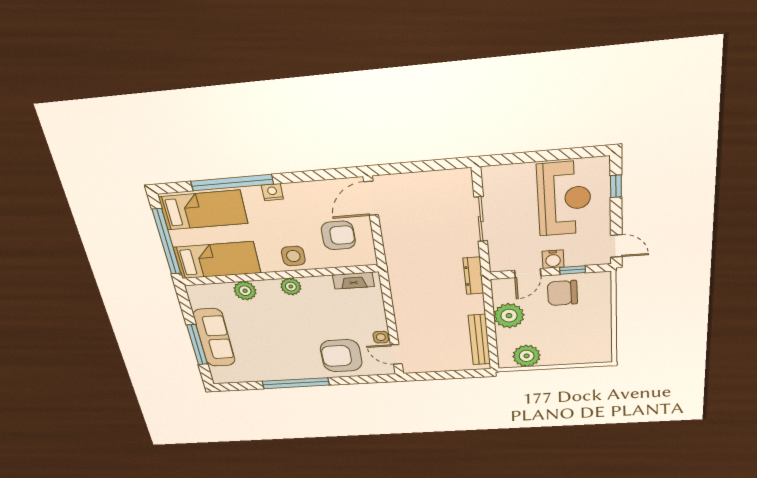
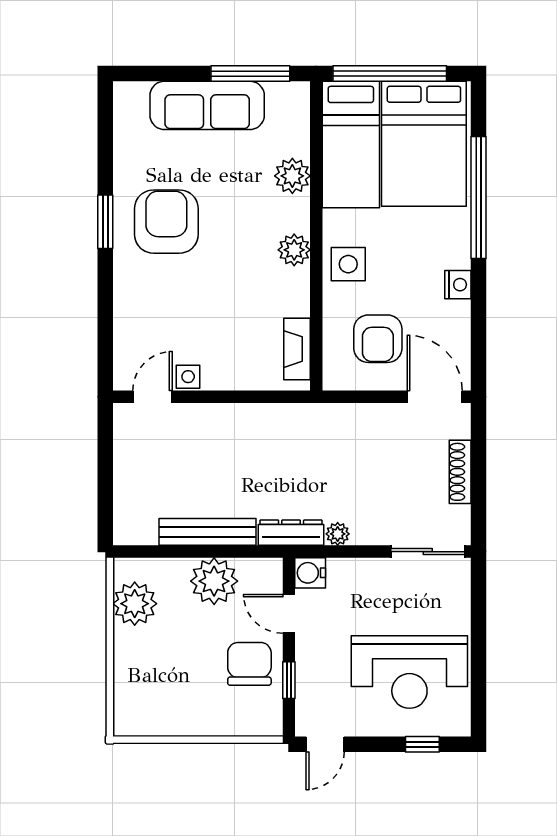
shoe rack: (421, 178) -> (460, 472), added
nightstand: (272, 192) -> (458, 285), moved
bed: (203, 210) -> (424, 144), width x1.50
sliding door: (481, 219) -> (428, 552), moved
plant: (472, 249) -> (338, 534), added
water cooler: (553, 259) -> (310, 573), moved
bench: (479, 340) -> (208, 532), moved
window: (197, 345) -> (250, 74), moved
armchair: (341, 356) -> (166, 222), moved
window: (296, 383) -> (105, 222), width x0.47

